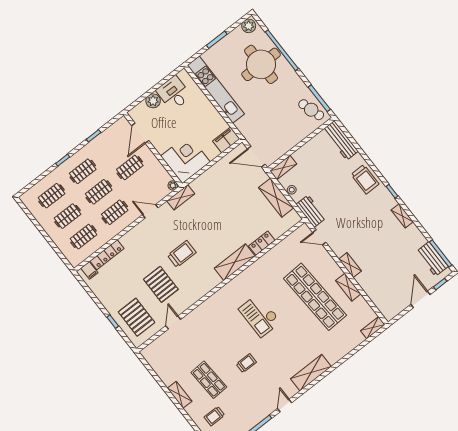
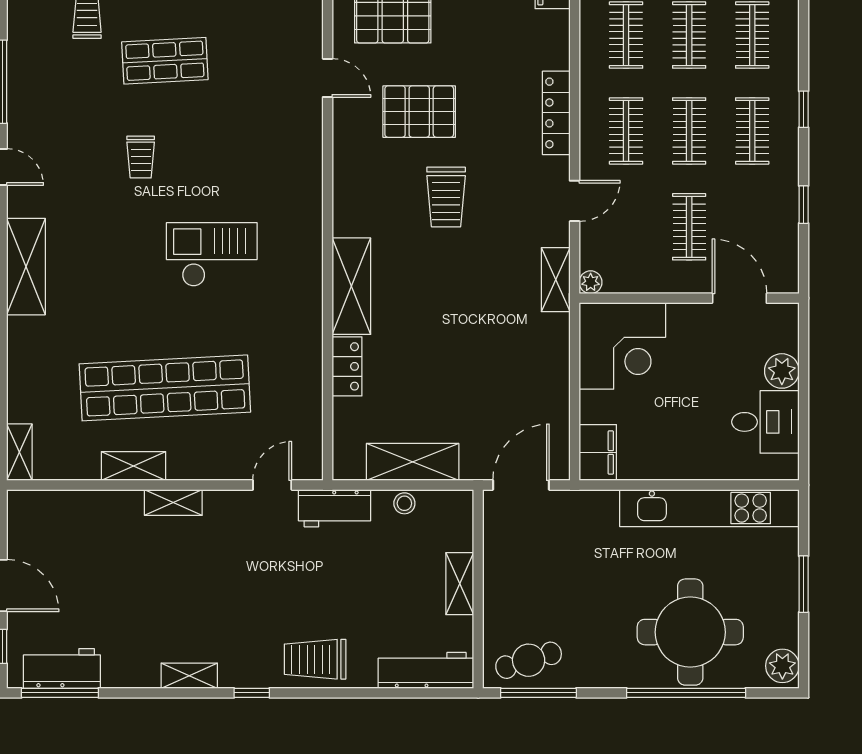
shelving: (283, 167) -> (460, 584), moved
locker: (107, 255) -> (556, 113), moved

